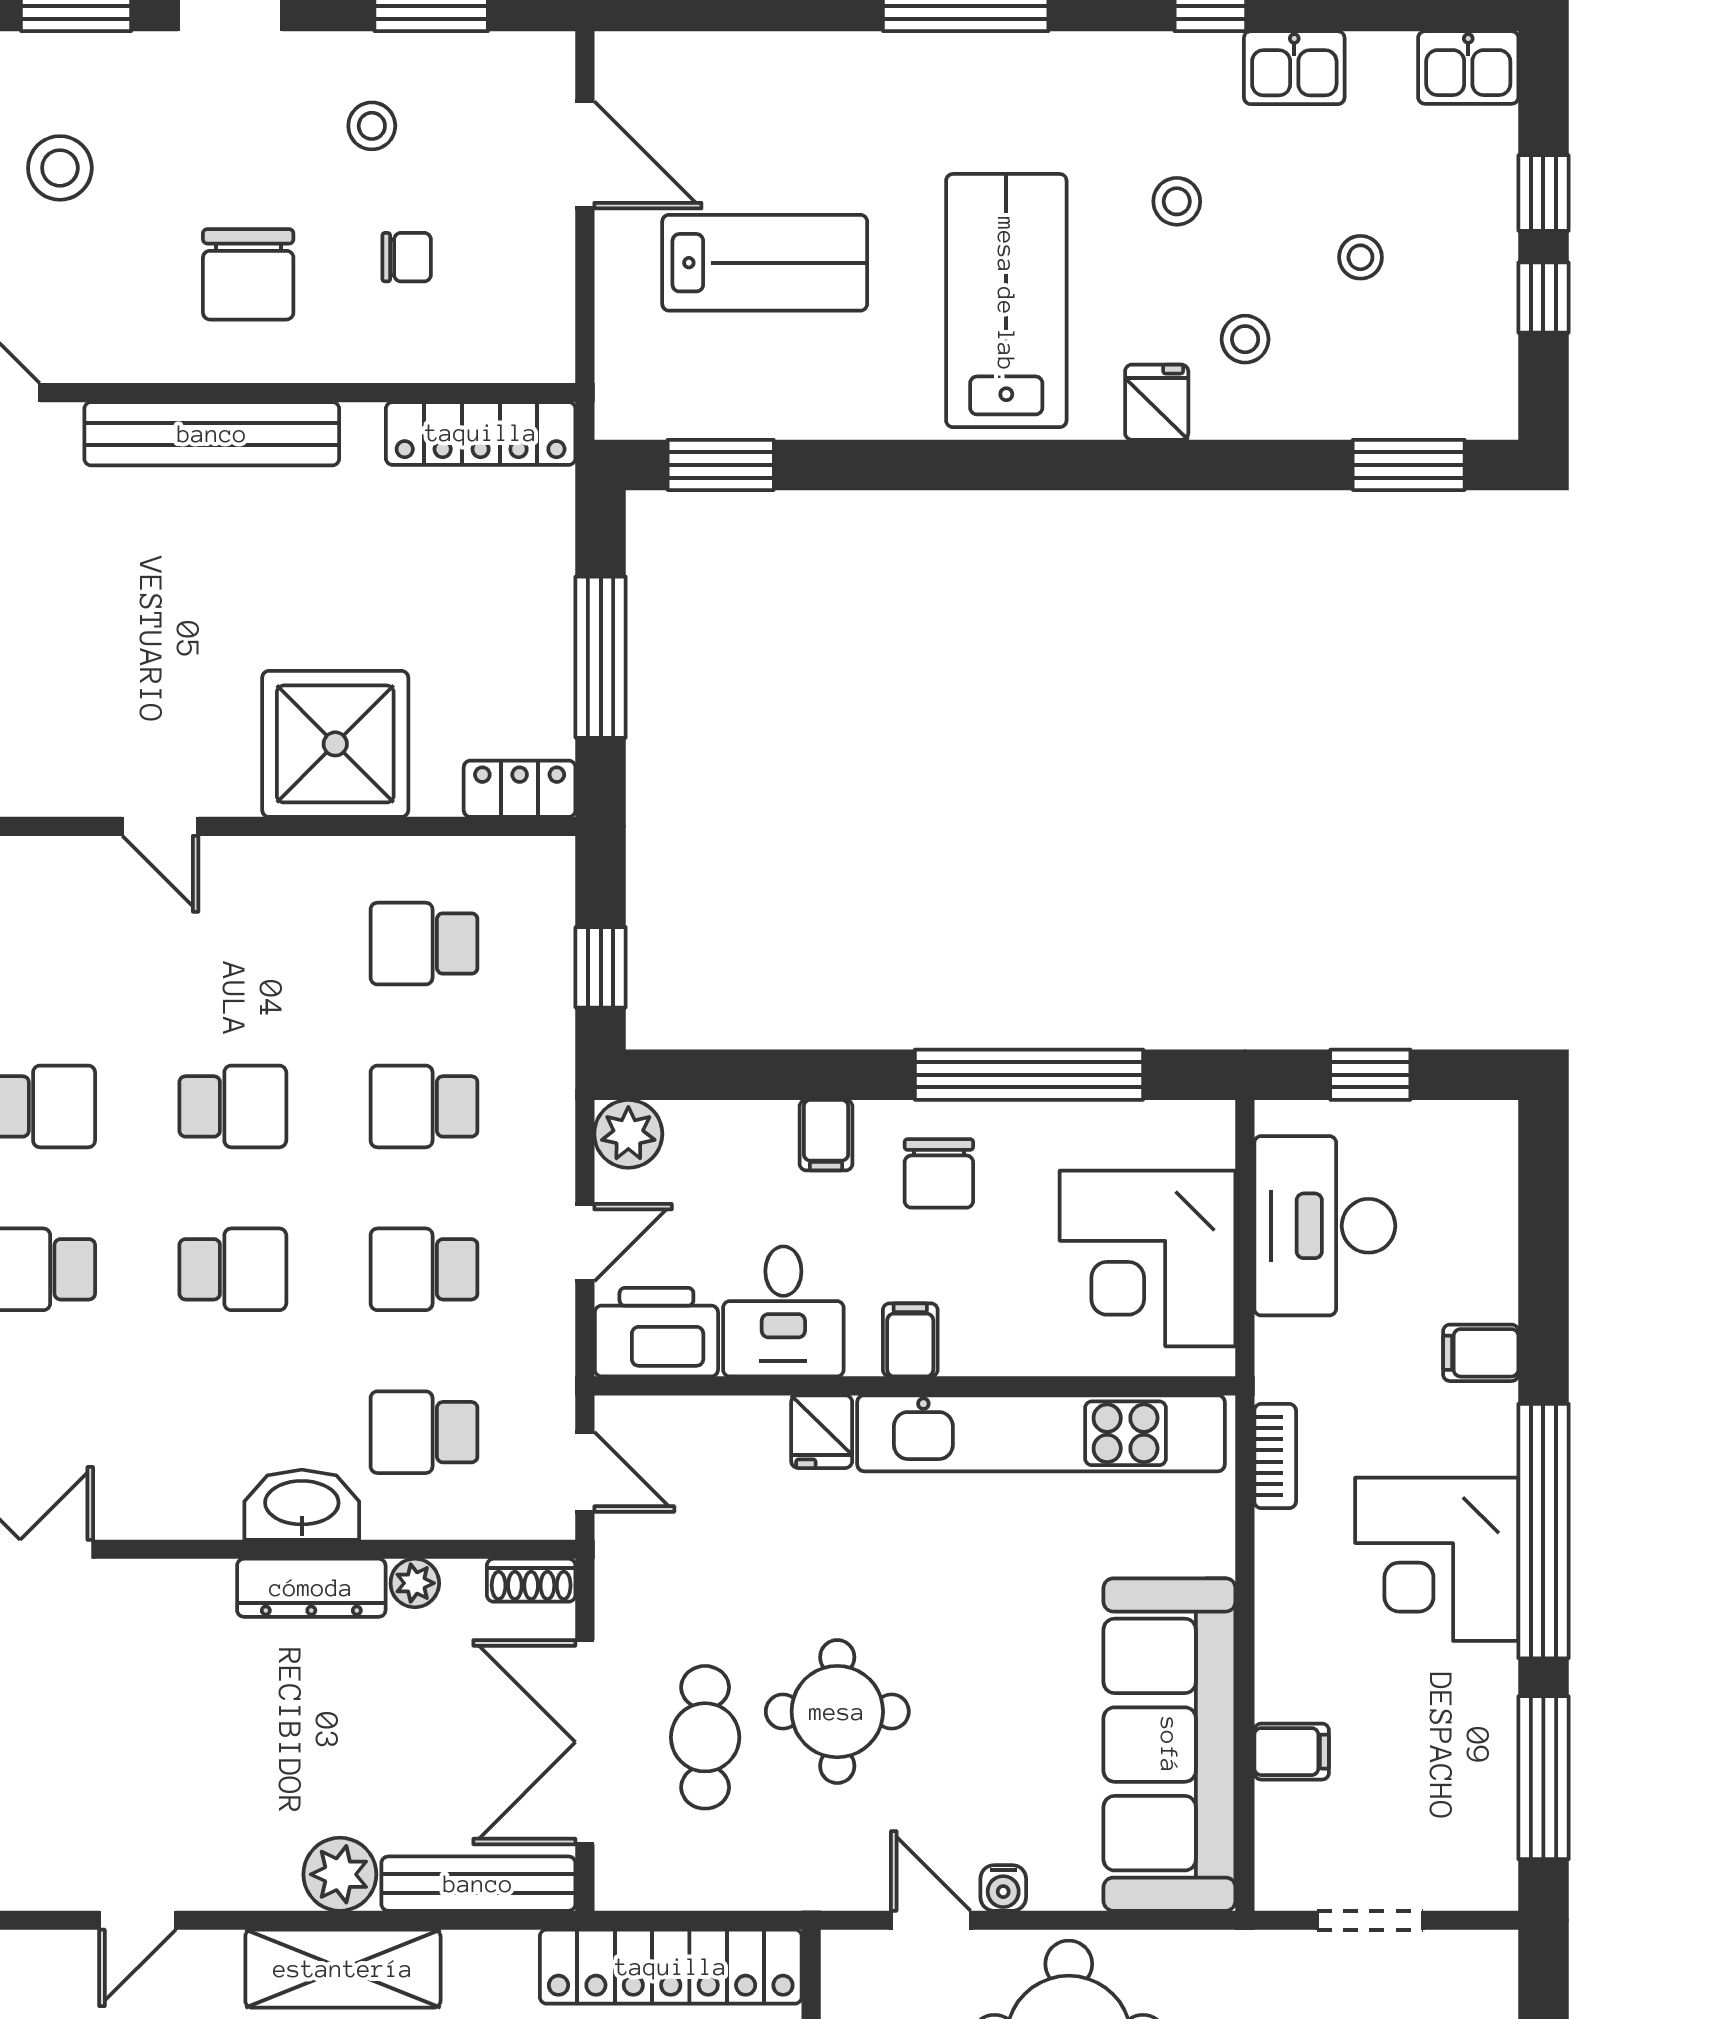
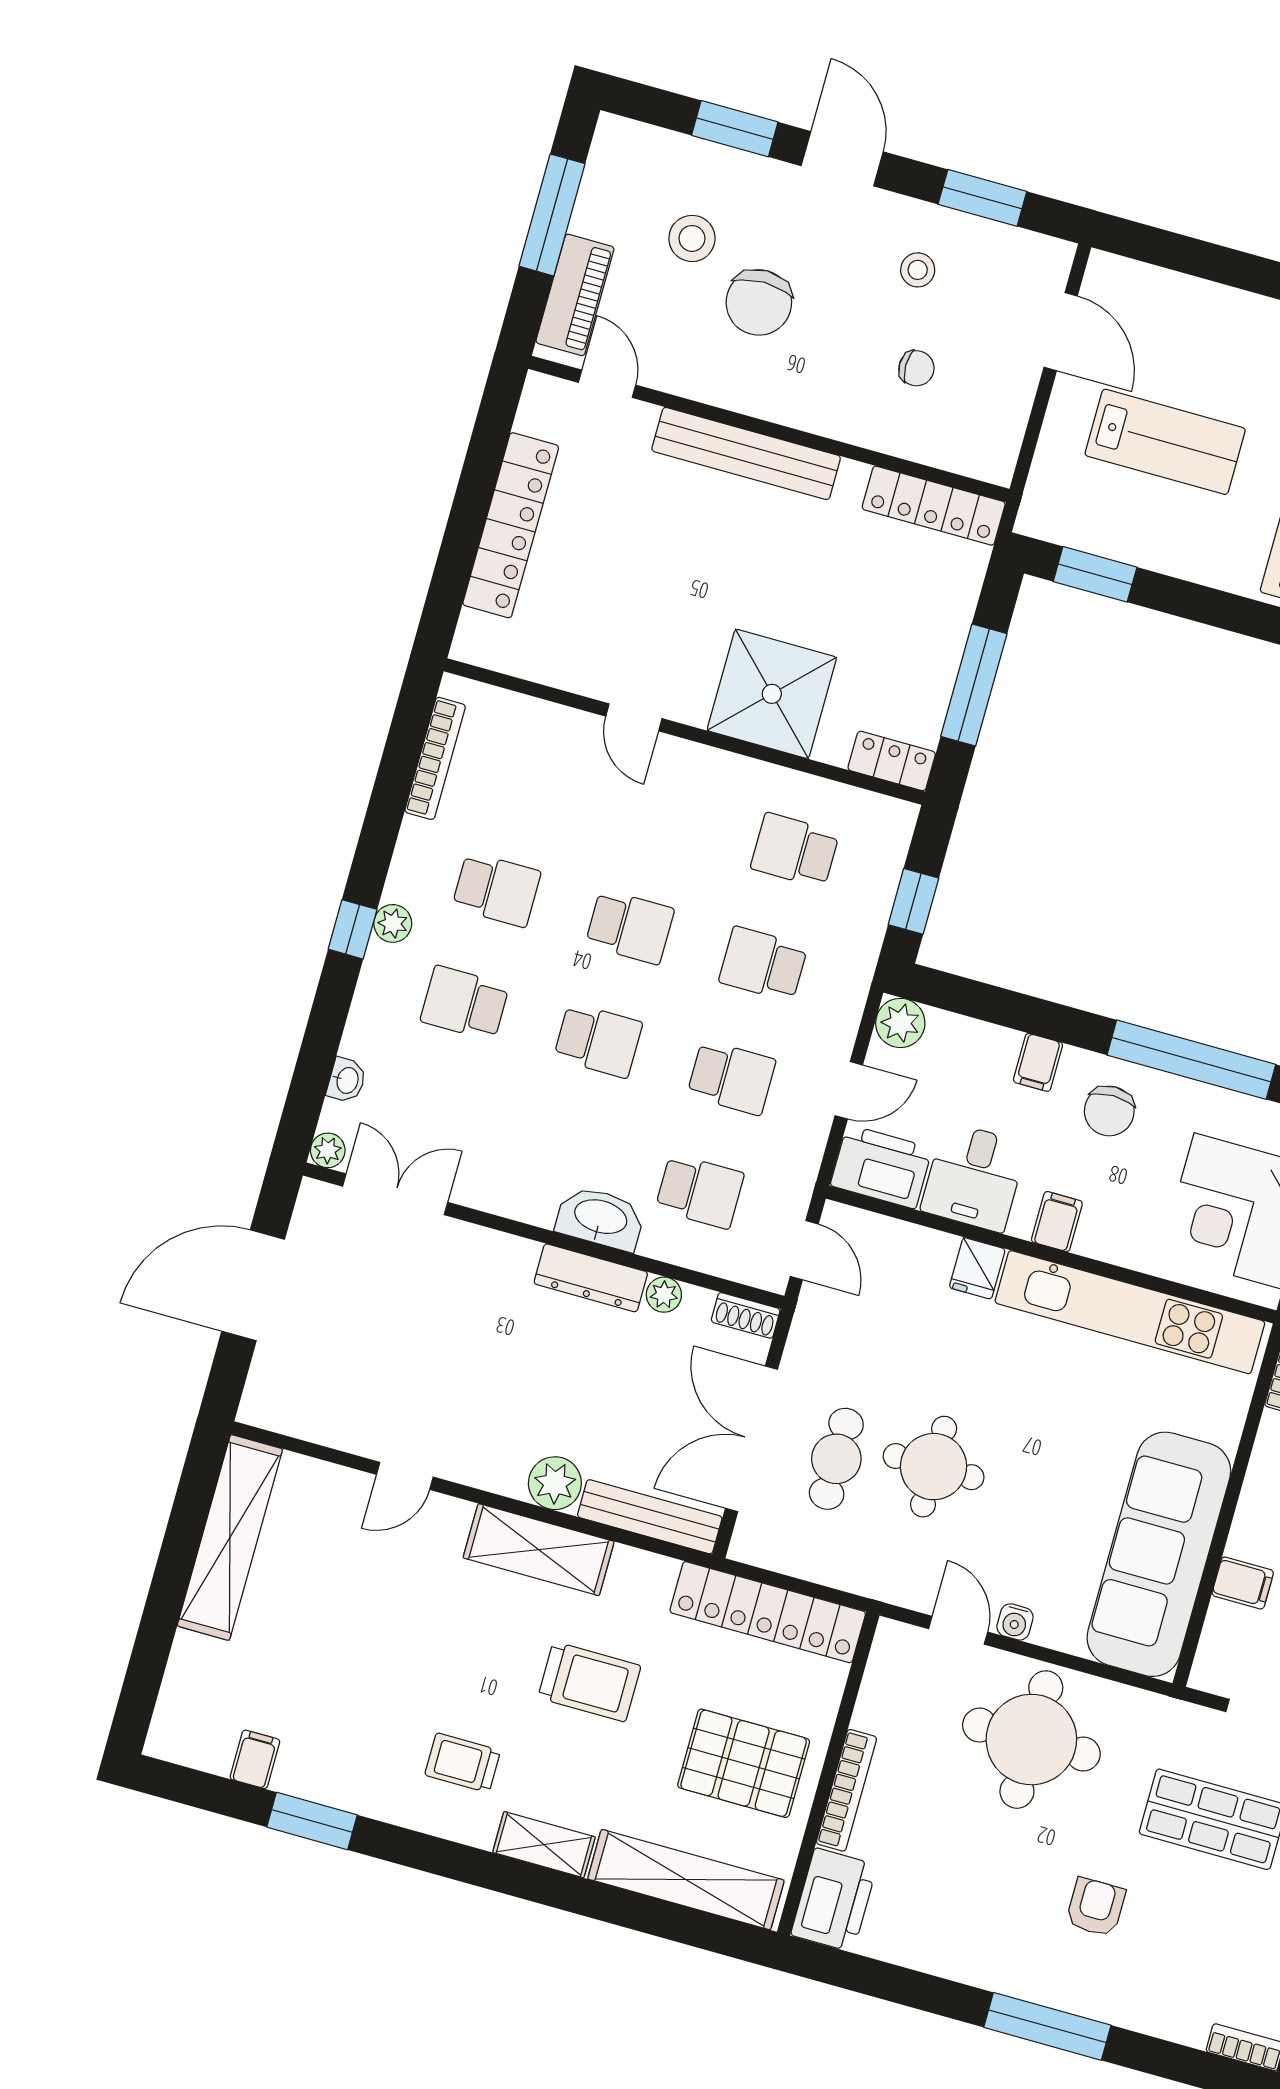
chair: (248, 274) -> (759, 302), moved
school desk: (424, 1269) -> (731, 1078), turned 180
school desk: (424, 1432) -> (700, 1191), turned 180

